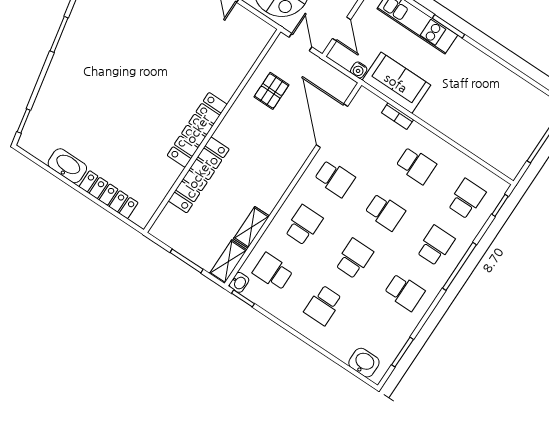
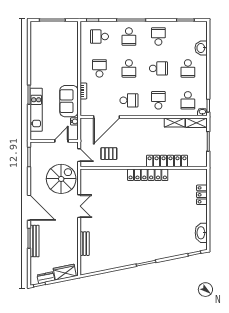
door: (301, 42) -> (79, 155), swing flipped
washbasin: (67, 166) -> (201, 233), moved
school desk: (335, 178) -> (129, 100), turned 90
locker: (108, 195) -> (202, 195), width x0.66
school desk: (385, 212) -> (129, 68), turned 180
school desk: (304, 225) -> (158, 100), turned 90
school desk: (436, 245) -> (129, 37), turned -90
school desk: (354, 259) -> (158, 68), turned 180
school desk: (323, 305) -> (188, 68), turned 90
washbasin: (364, 363) -> (201, 48), moved

